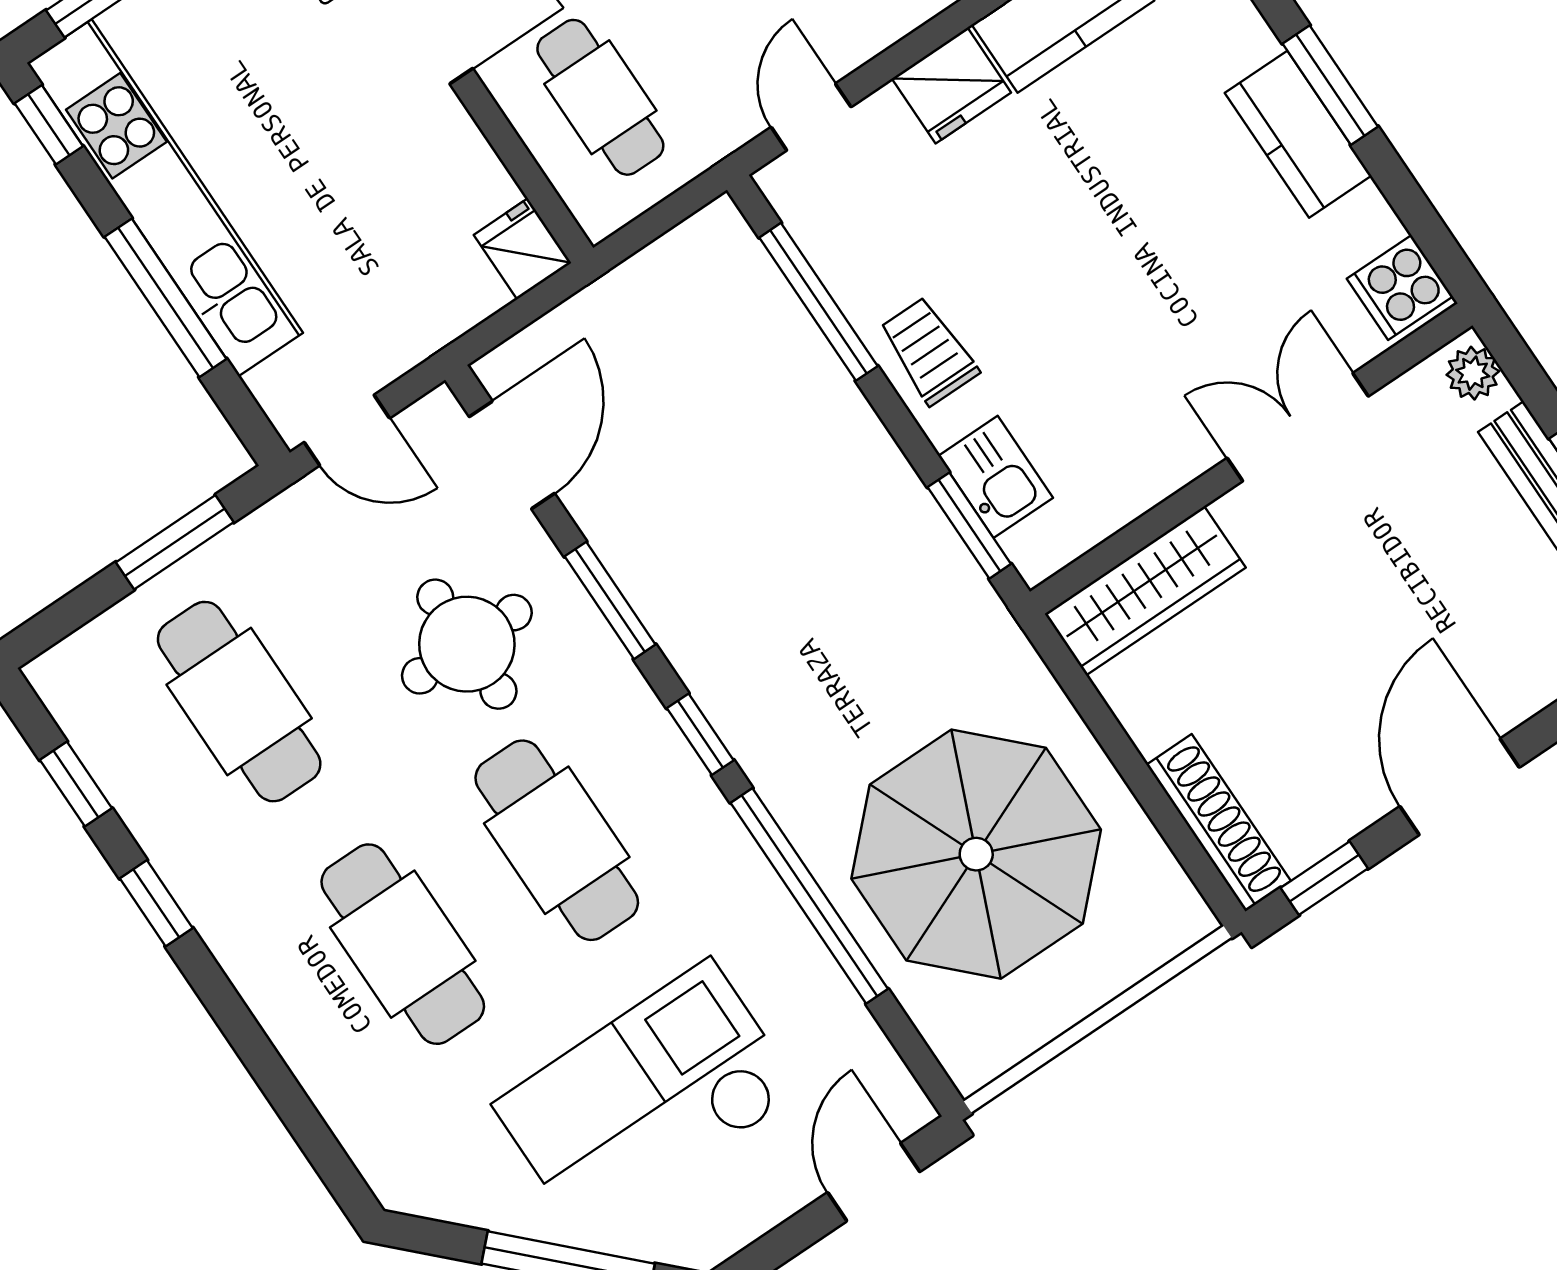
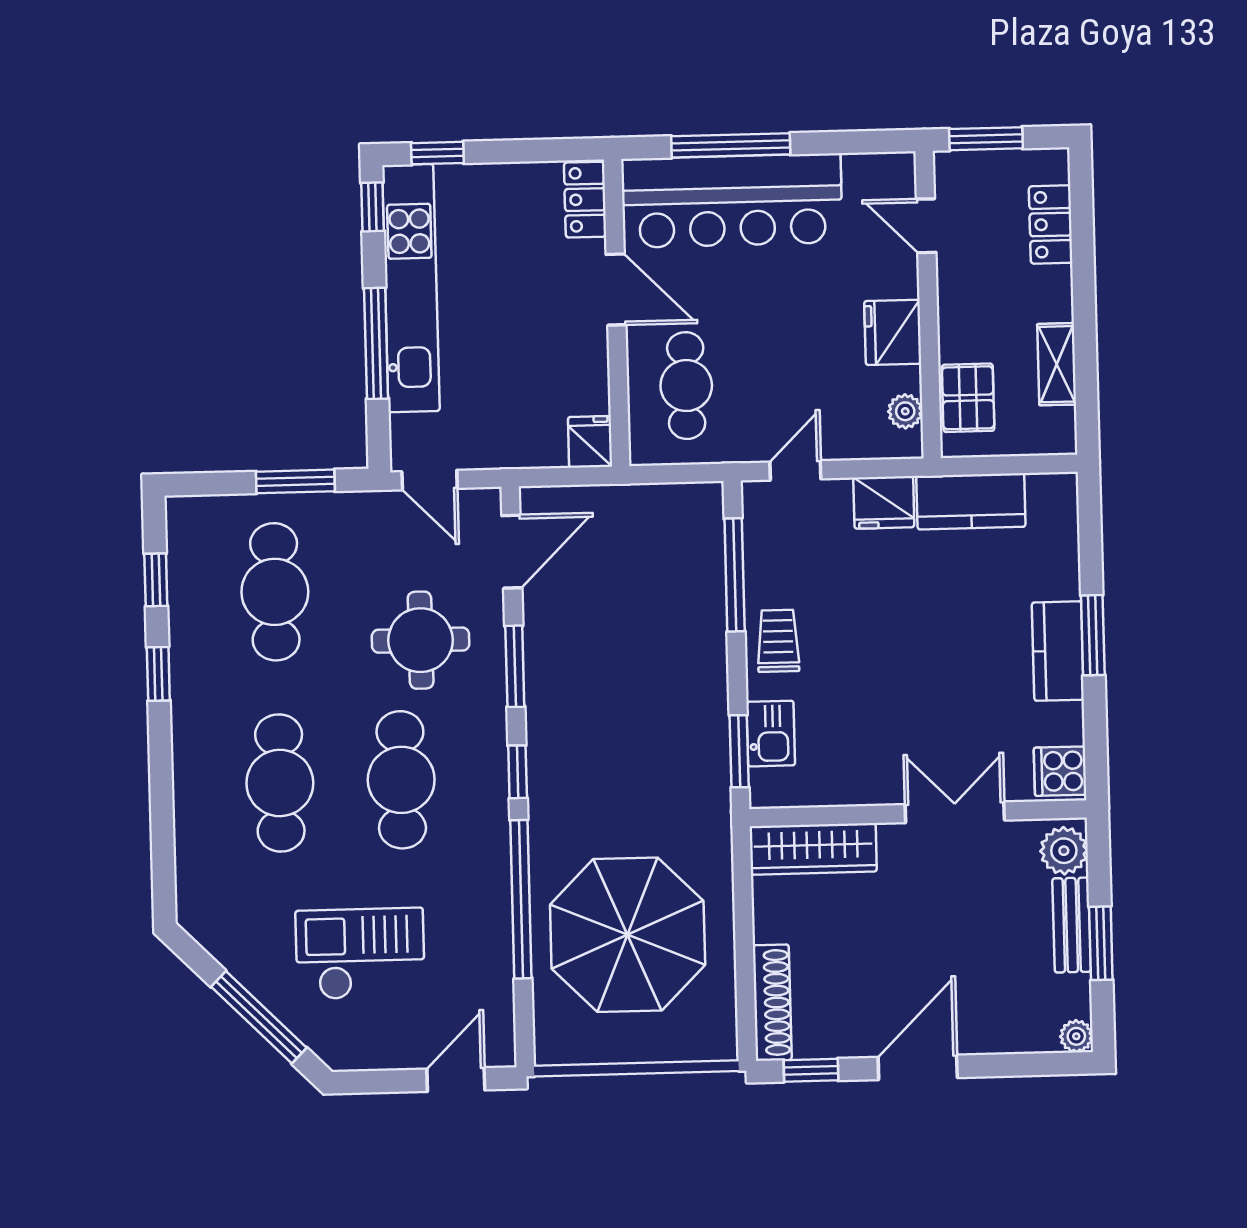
plant: (1473, 373) -> (1064, 851), width x1.38, depth x1.38
checkout: (647, 1098) -> (360, 954), width x0.73, depth x0.83

